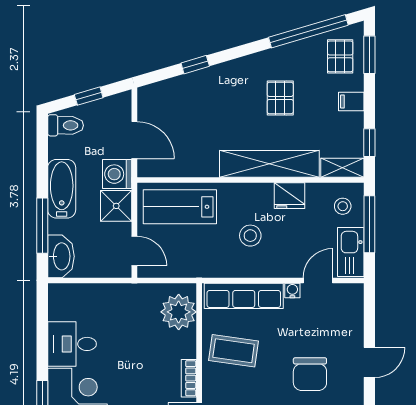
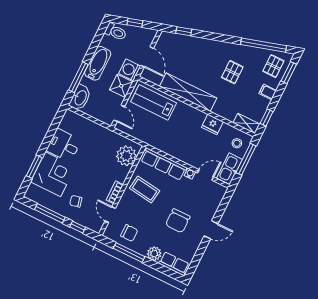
window: (195, 65) -> (184, 31), moved
shelving: (269, 164) -> (188, 92), moved
stool: (250, 236) -> (182, 135), removed

